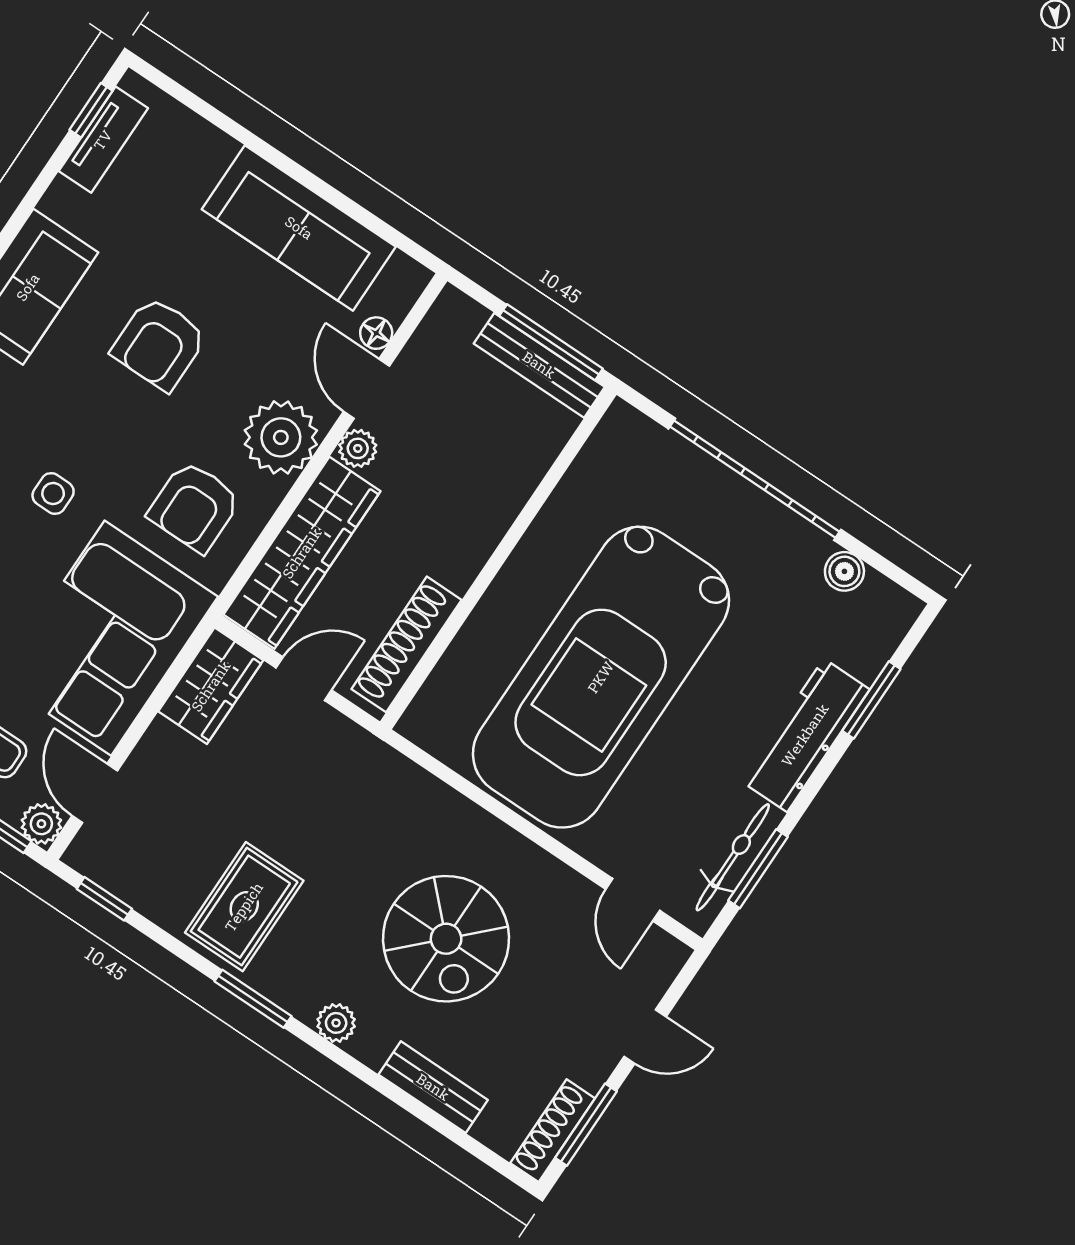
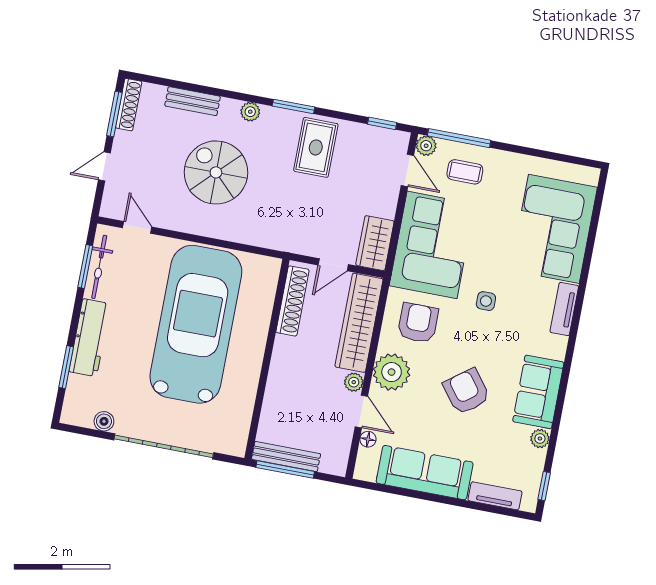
tv unit: (103, 140) -> (495, 496), moved, turned 90
plant: (62, 200) -> (540, 439), added
armchair: (159, 344) -> (466, 391), turned -37

